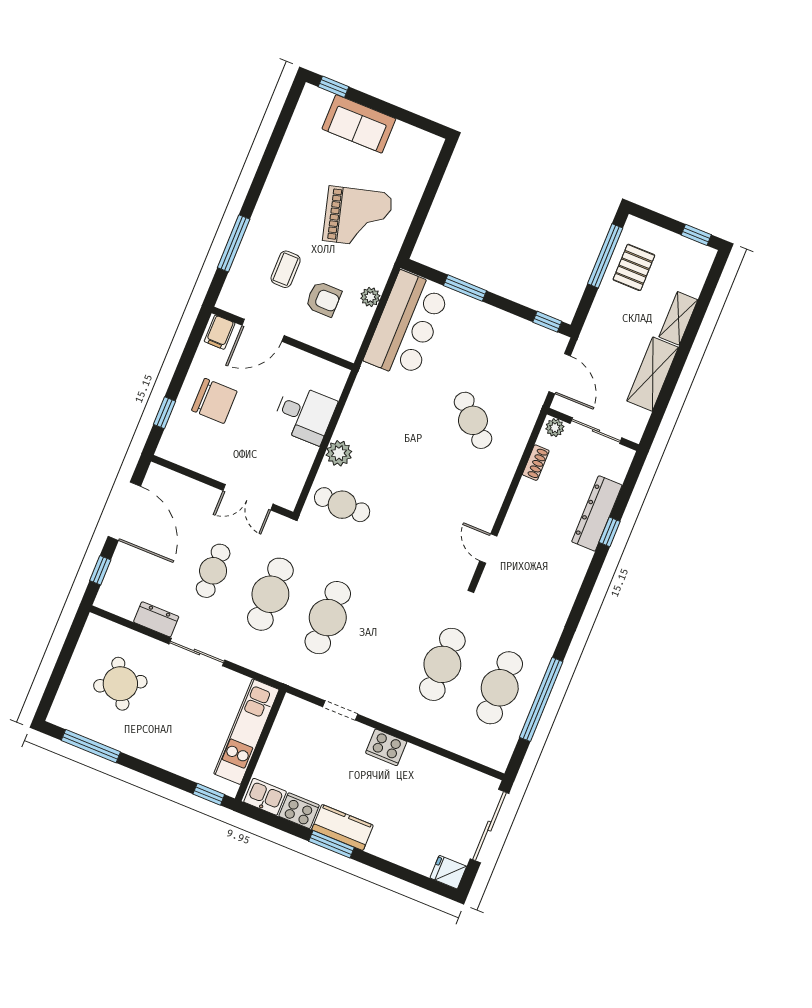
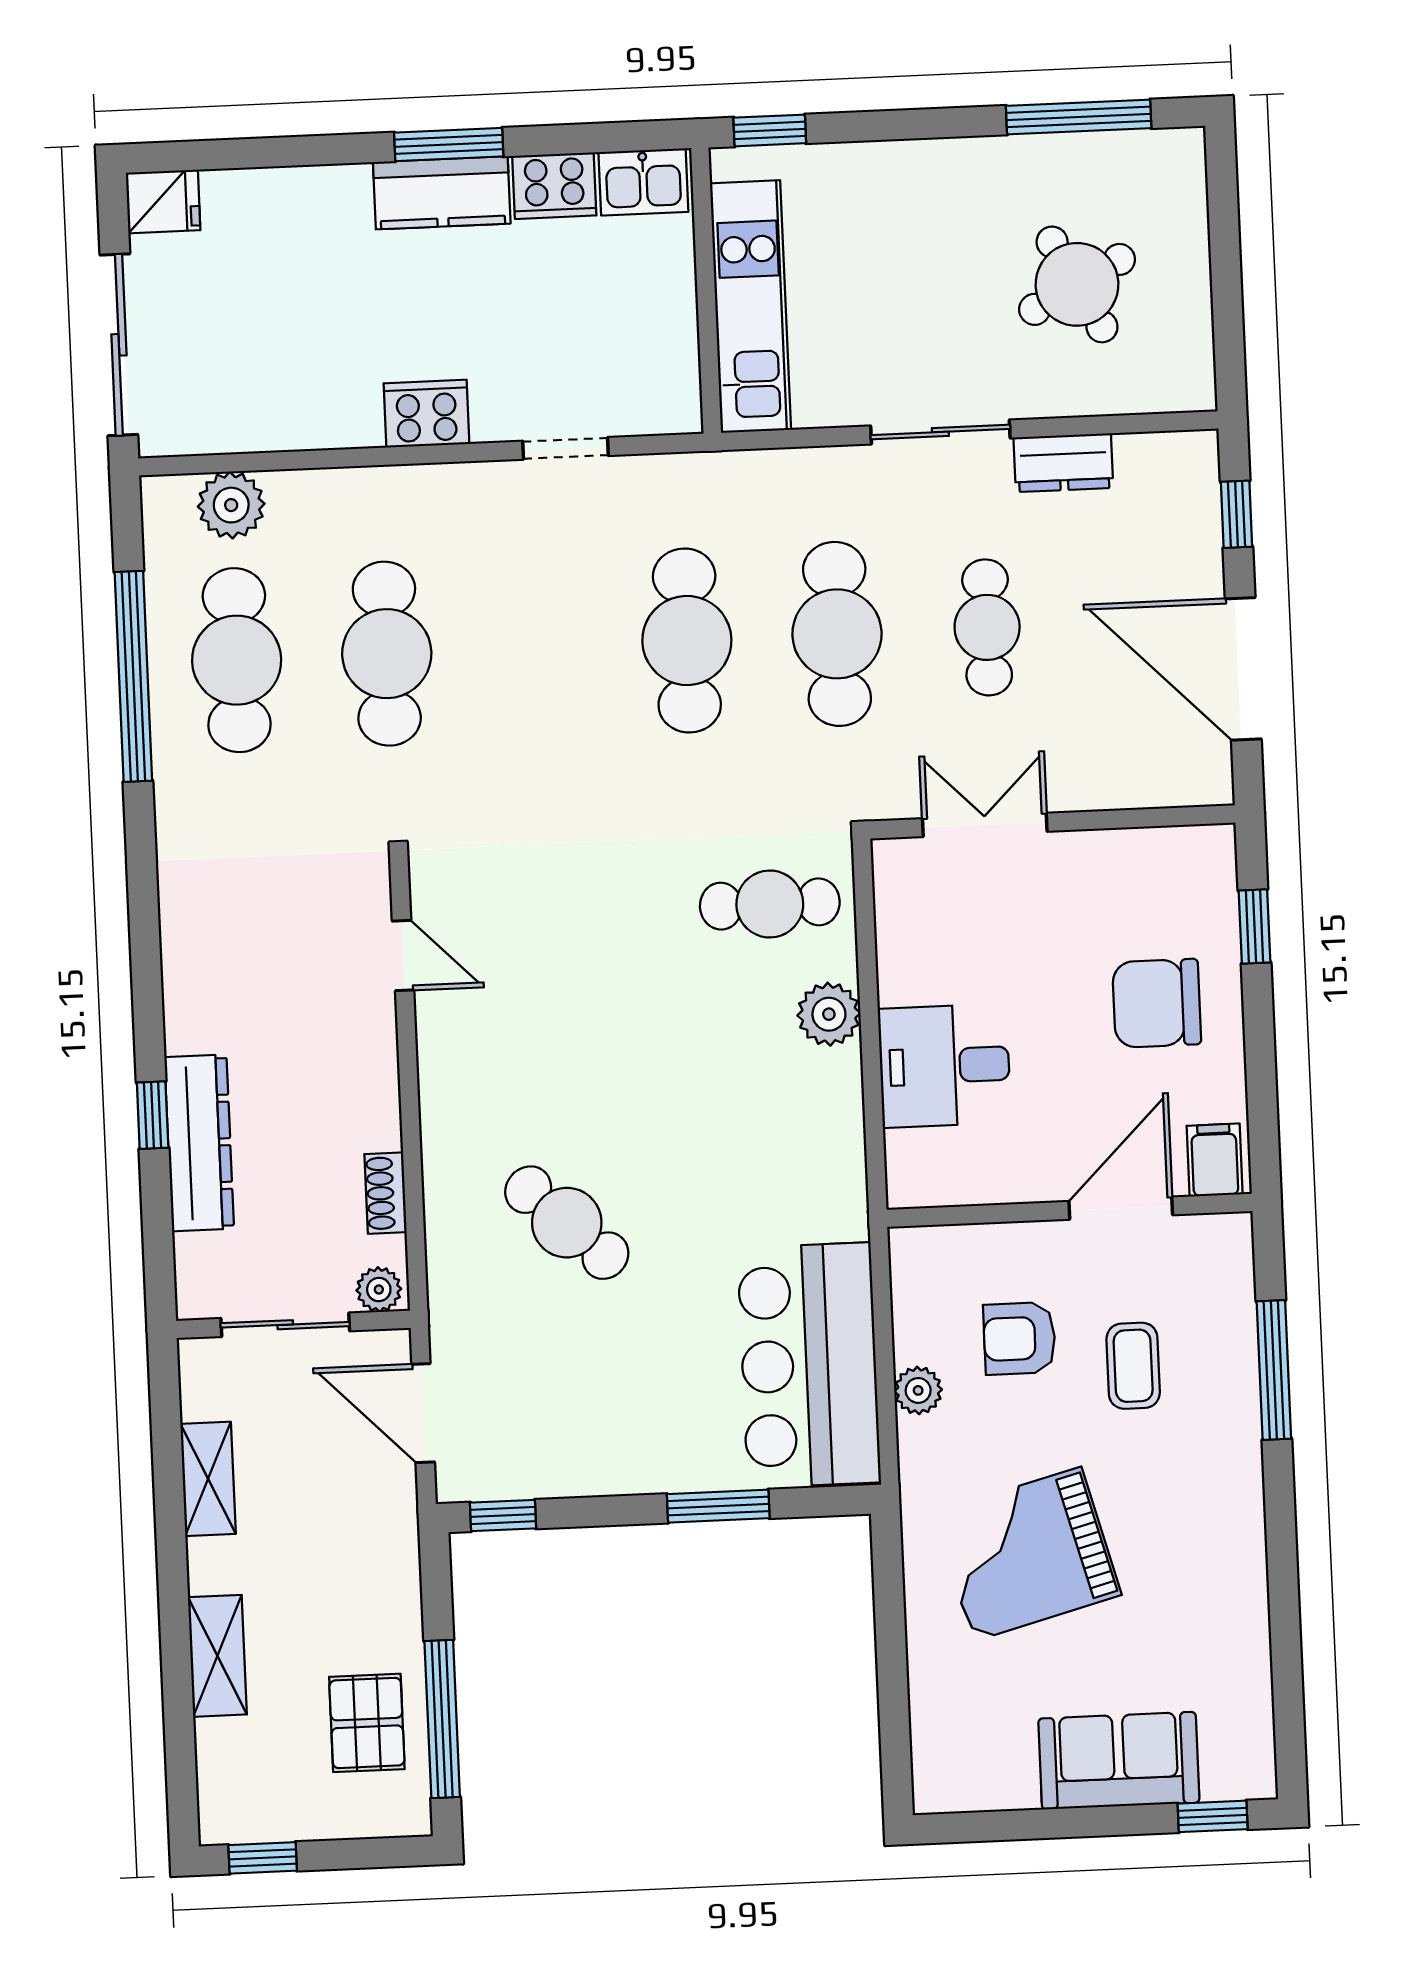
shelving: (653, 374) -> (208, 1479), width x0.67, depth x0.75
plant: (475, 747) -> (231, 505), added

